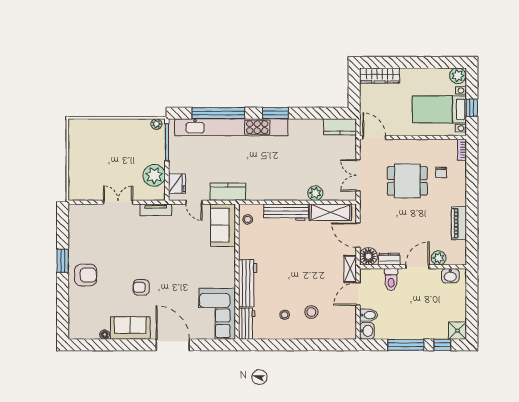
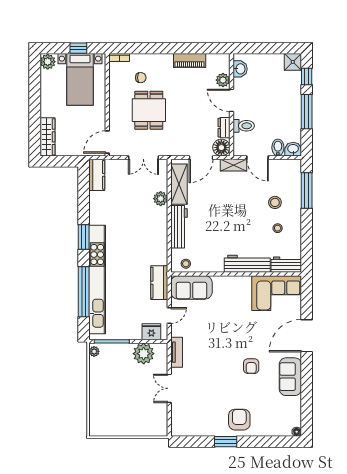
floor lamp: (105, 335) -> (297, 432), moved
window: (324, 345) -> (307, 191), added

